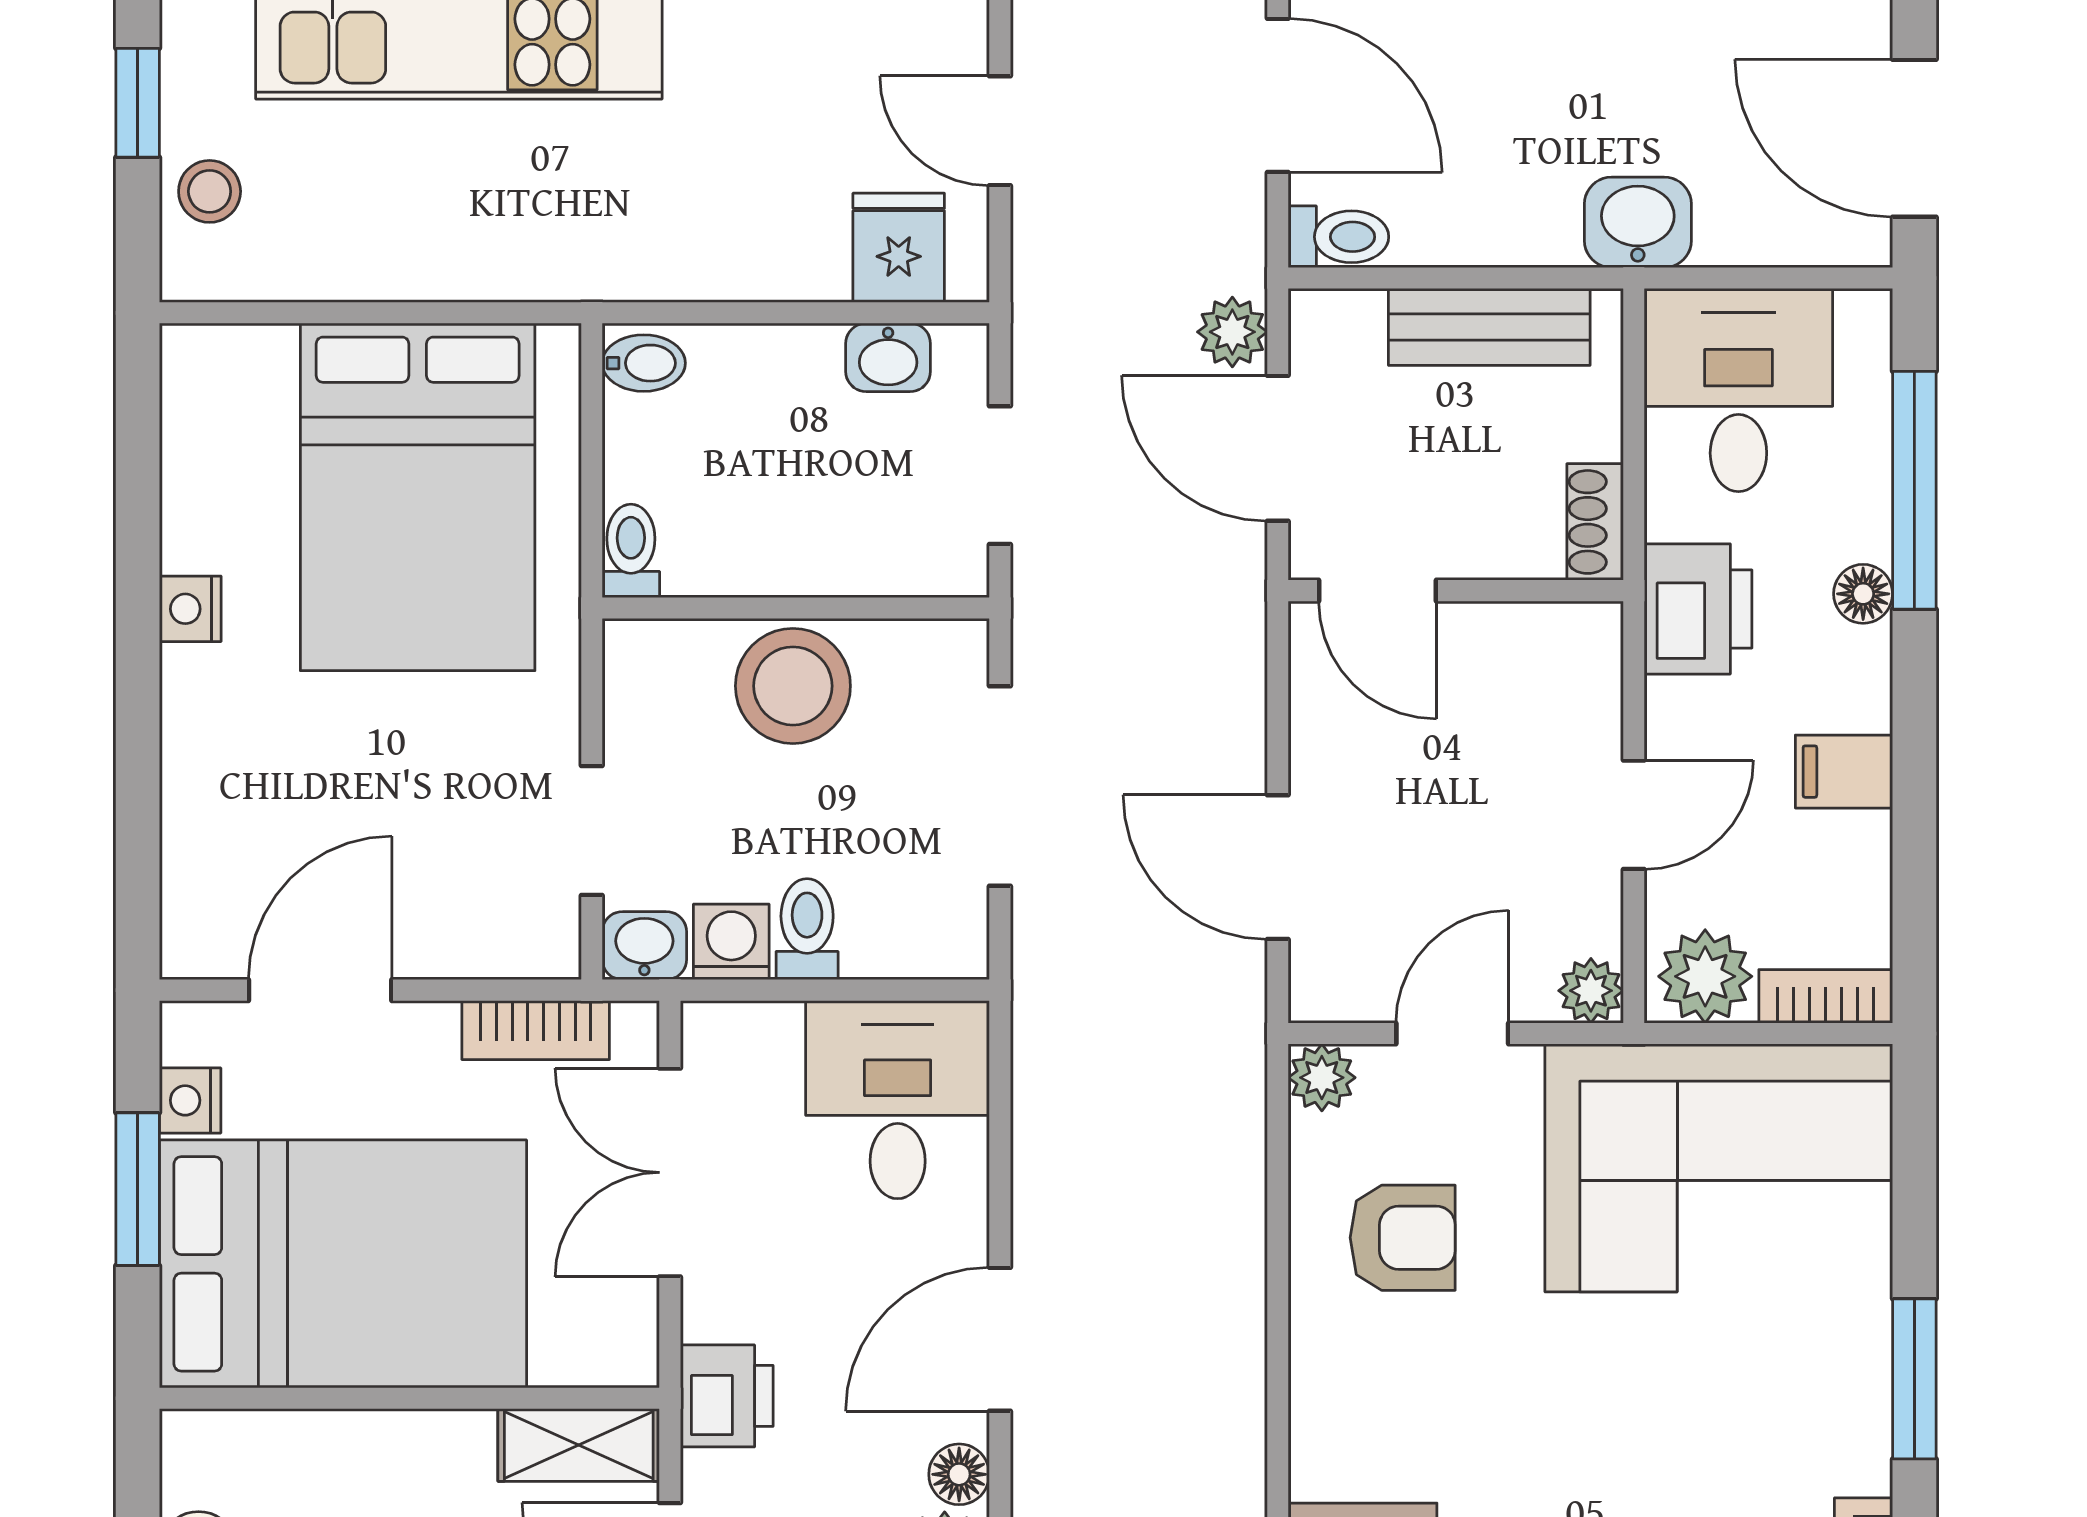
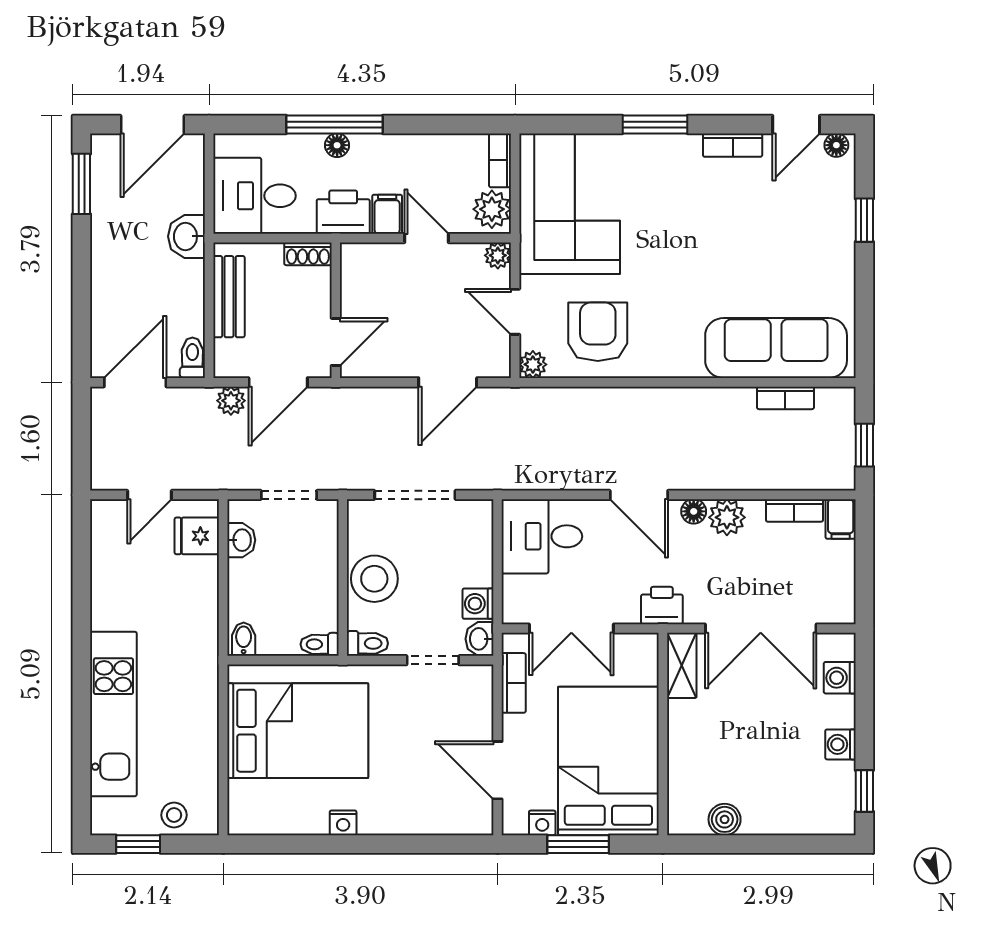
window: (1914, 490) -> (334, 125), moved
filing cabinet: (1844, 772) -> (387, 214), moved, turned 180
toilet: (807, 929) -> (367, 643), moved, turned 180
armchair: (1403, 1238) -> (598, 332), width x1.38, depth x1.38

